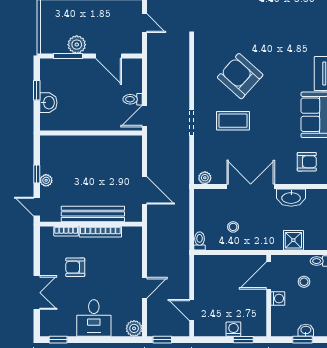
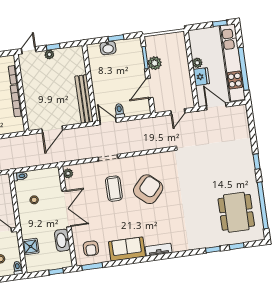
bench: (93, 214) -> (84, 99), moved

